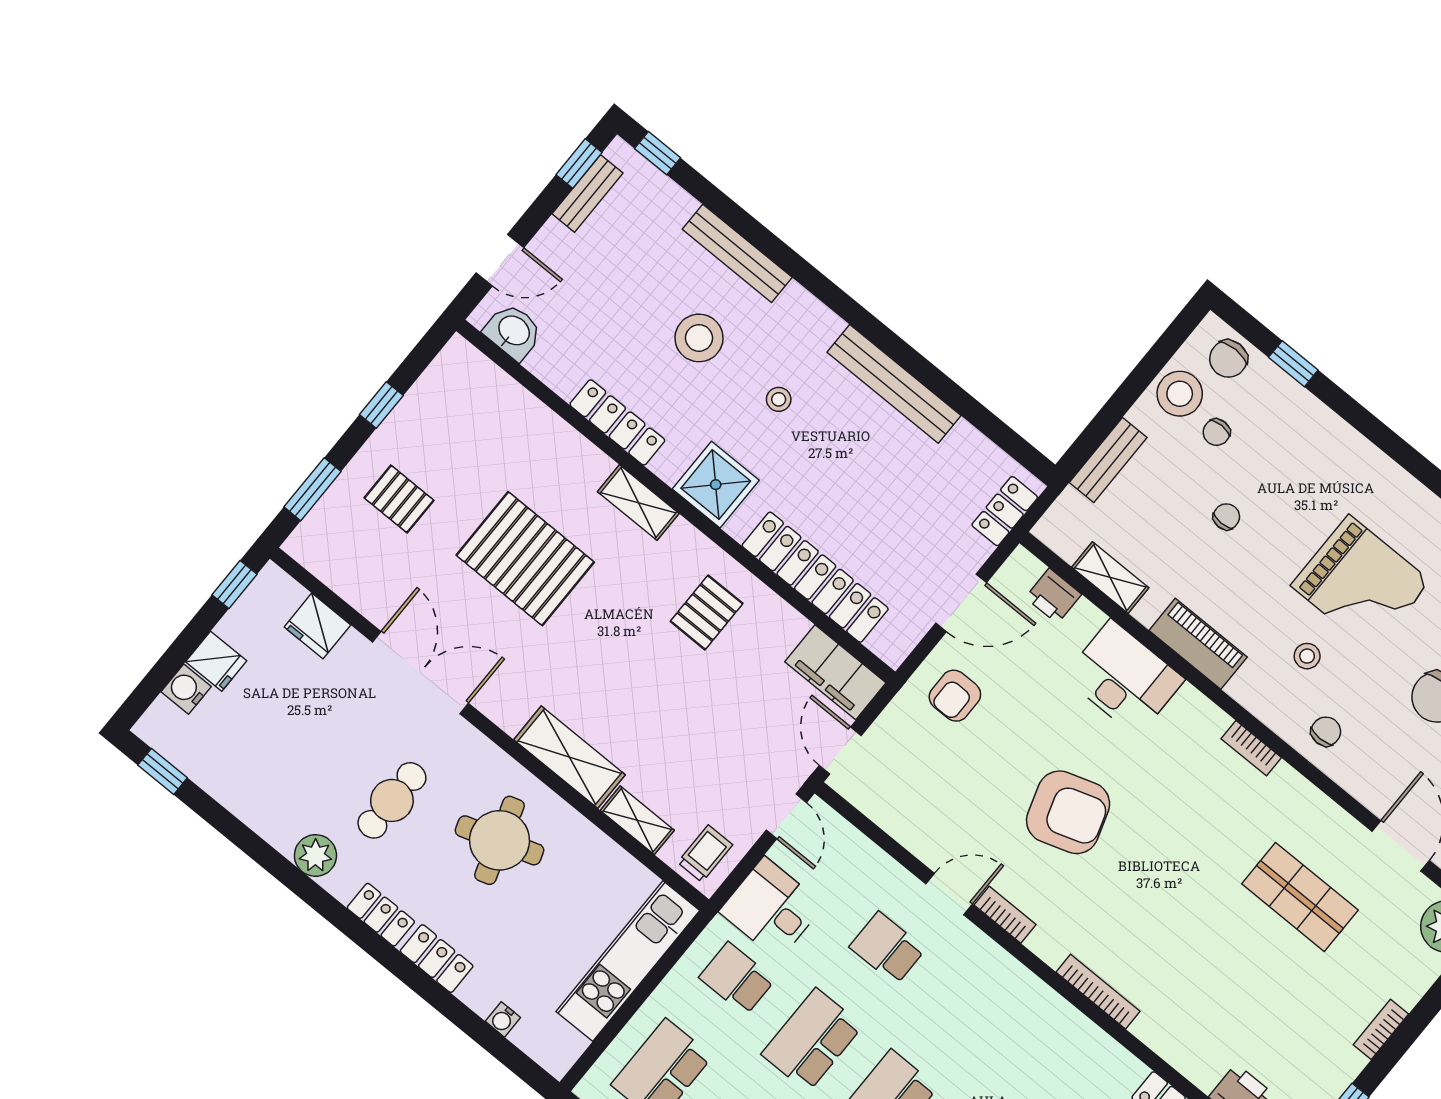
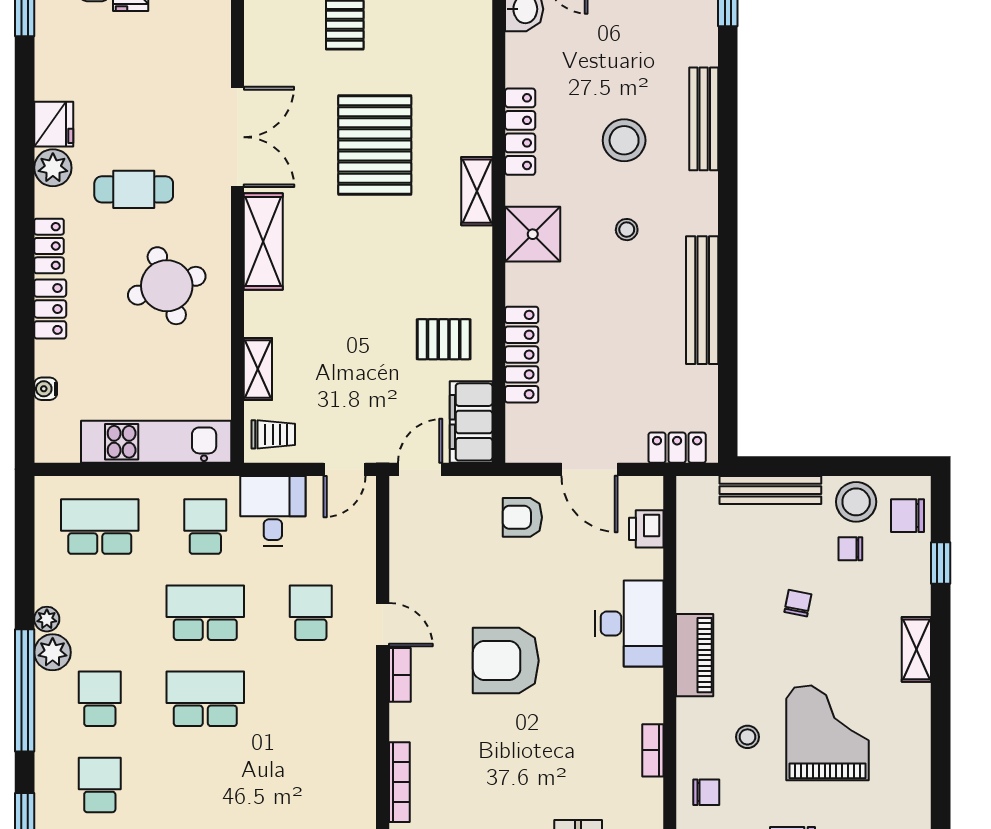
bench: (1108, 460) -> (770, 490), width x1.36
chair: (1226, 517) -> (798, 603), turned -79
locker: (815, 577) -> (522, 355), width x0.71, depth x0.83
shelving: (1110, 578) -> (916, 649), moved
grand piano: (1361, 583) -> (827, 733), turned 180
pallet: (707, 612) -> (444, 339), moved
fridge: (317, 626) -> (54, 124), moved, turned 180
shelving: (570, 757) -> (263, 242), moved
armchair: (1068, 812) -> (506, 661), turned 108

